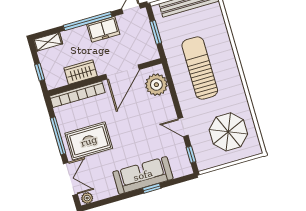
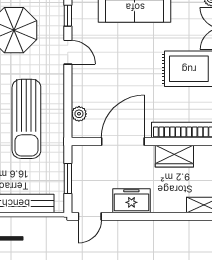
window: (88, 21) -> (148, 216), removed
plant: (156, 85) -> (79, 114), width x0.53, depth x0.53

